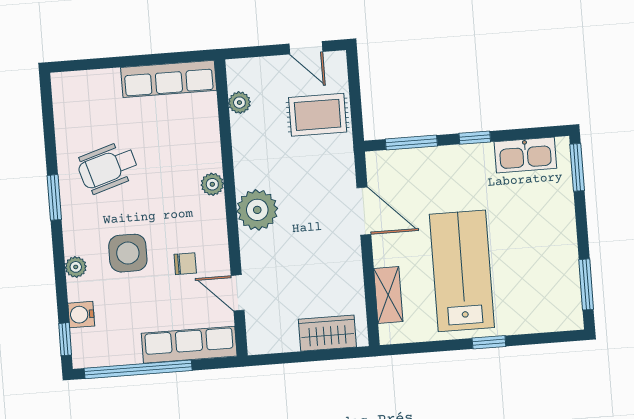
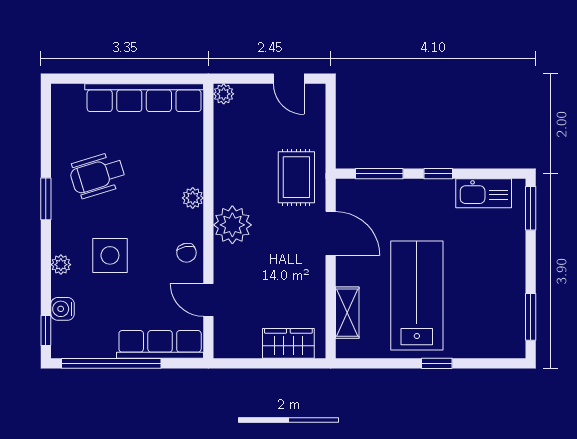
row of seats: (169, 79) -> (144, 98), width x1.36
plant: (239, 103) -> (224, 94), moved
rug: (318, 115) -> (296, 177), moved, turned 90
chair: (185, 264) -> (187, 253), moved, turned 80

